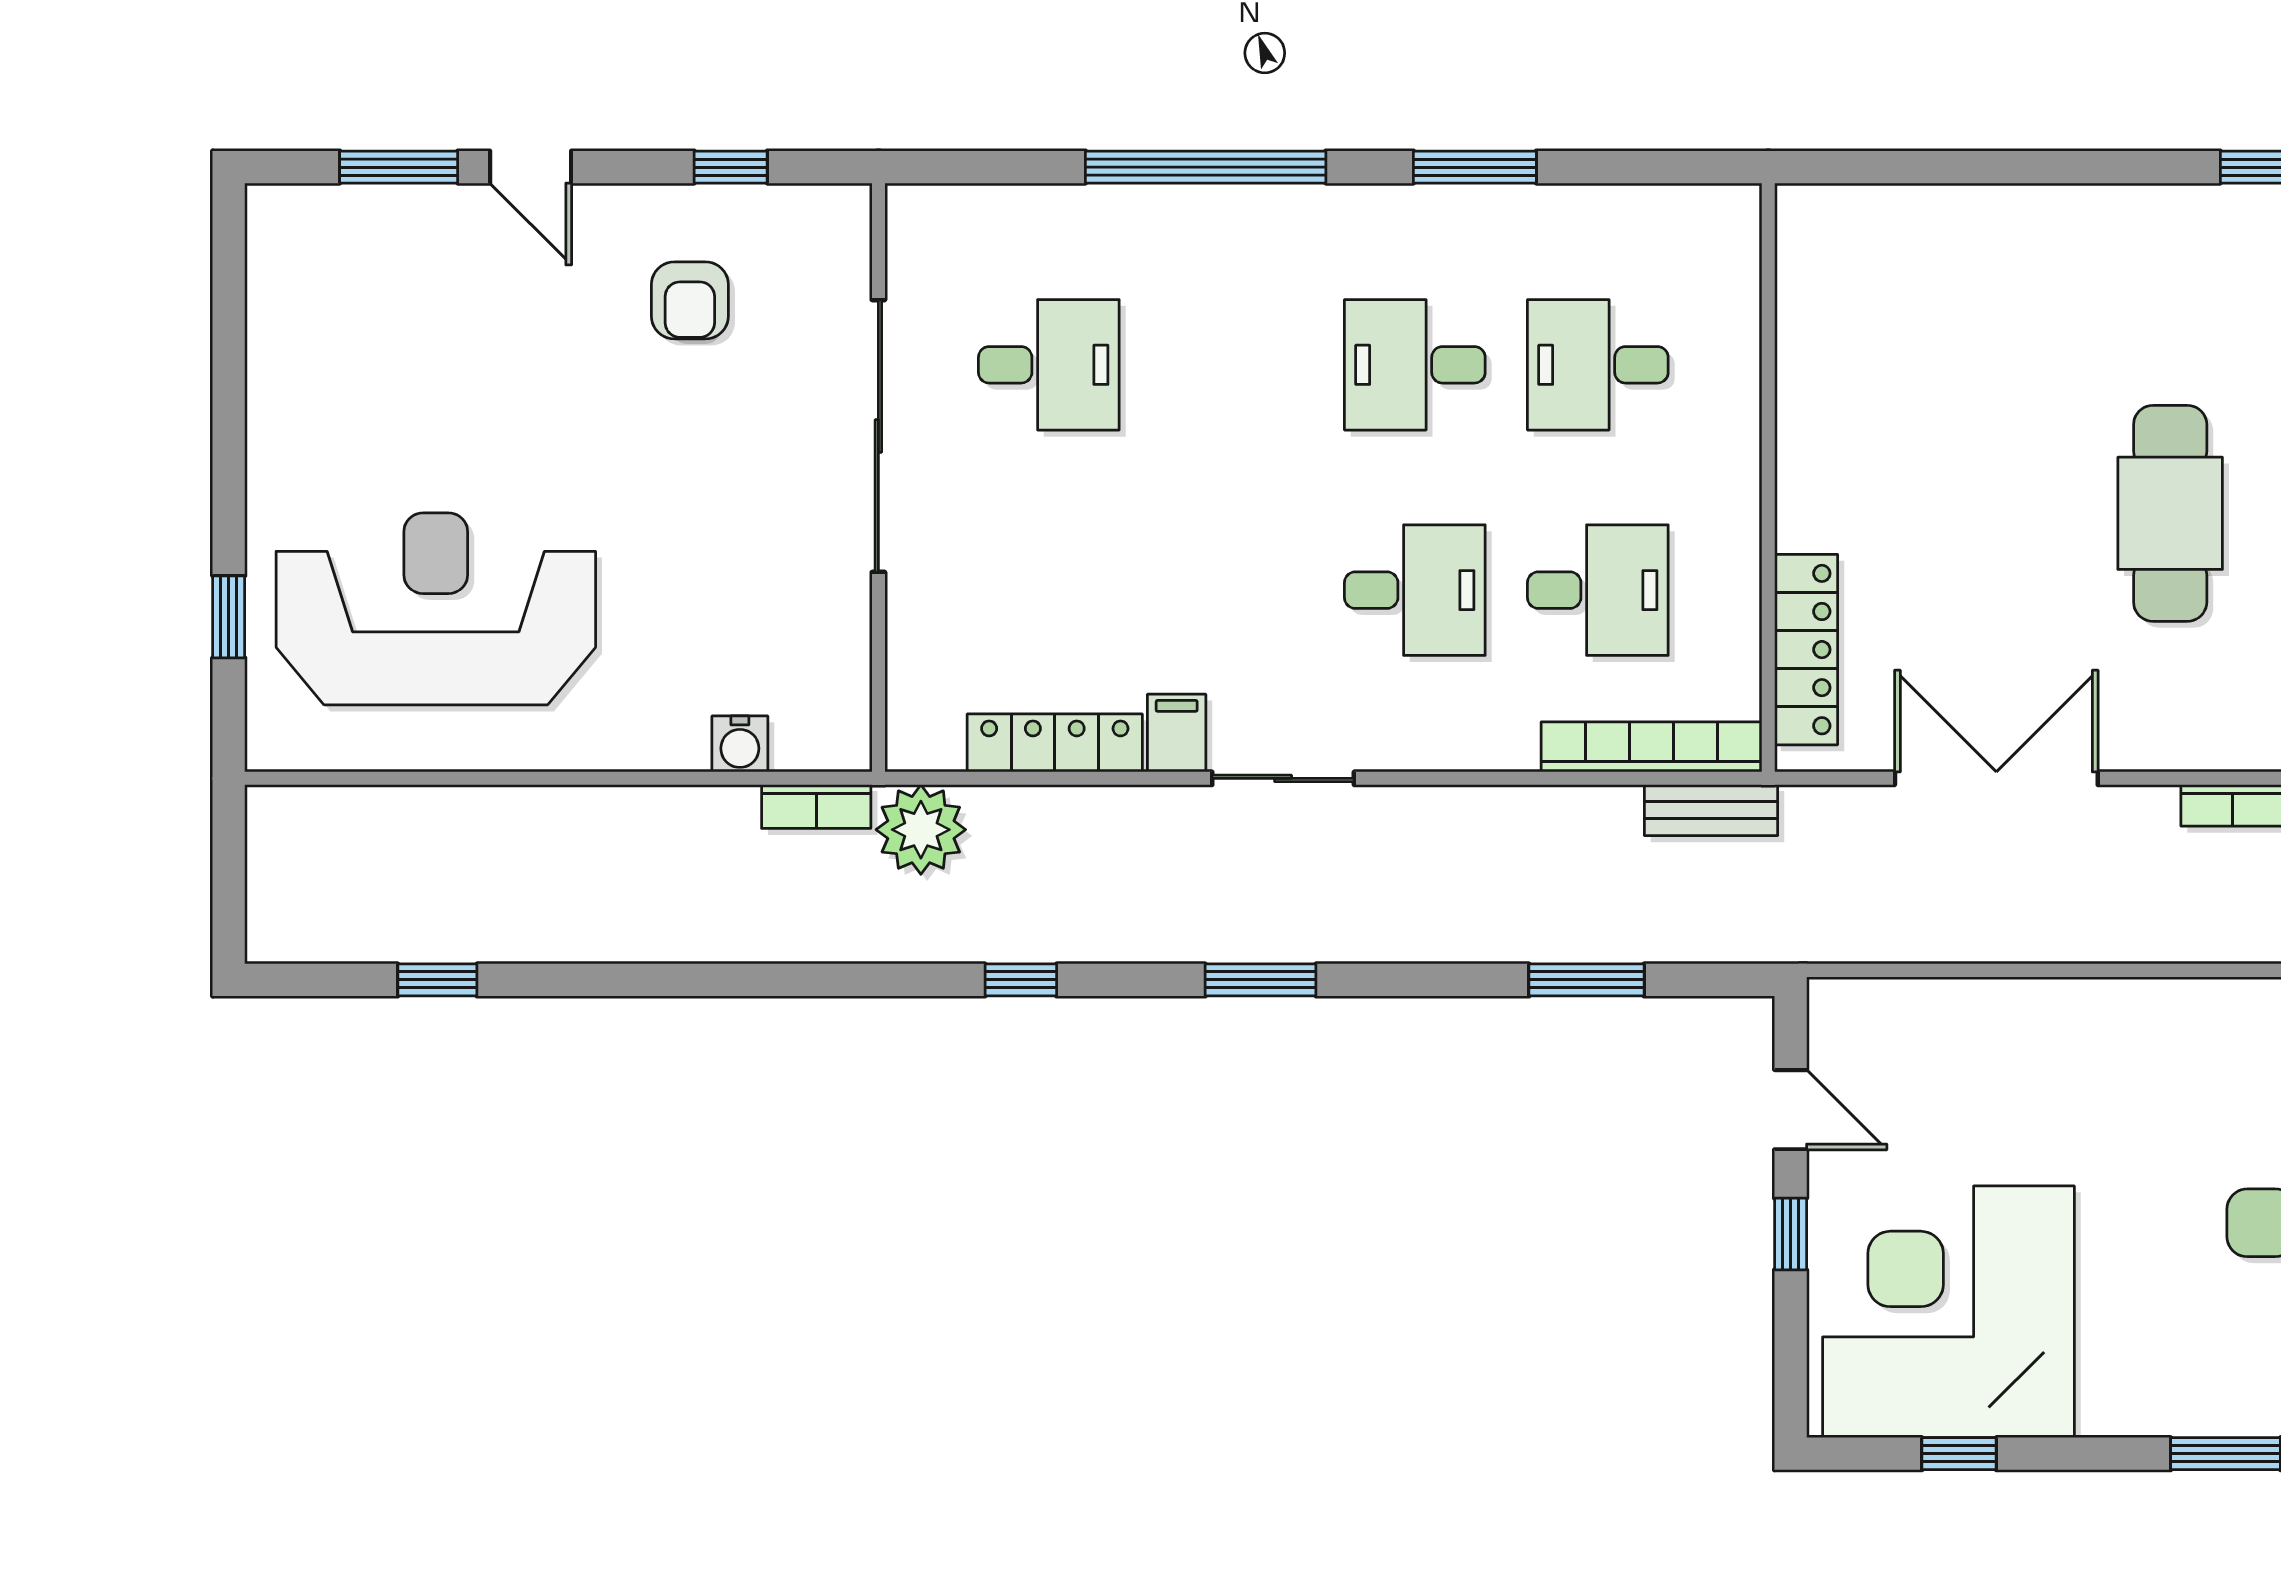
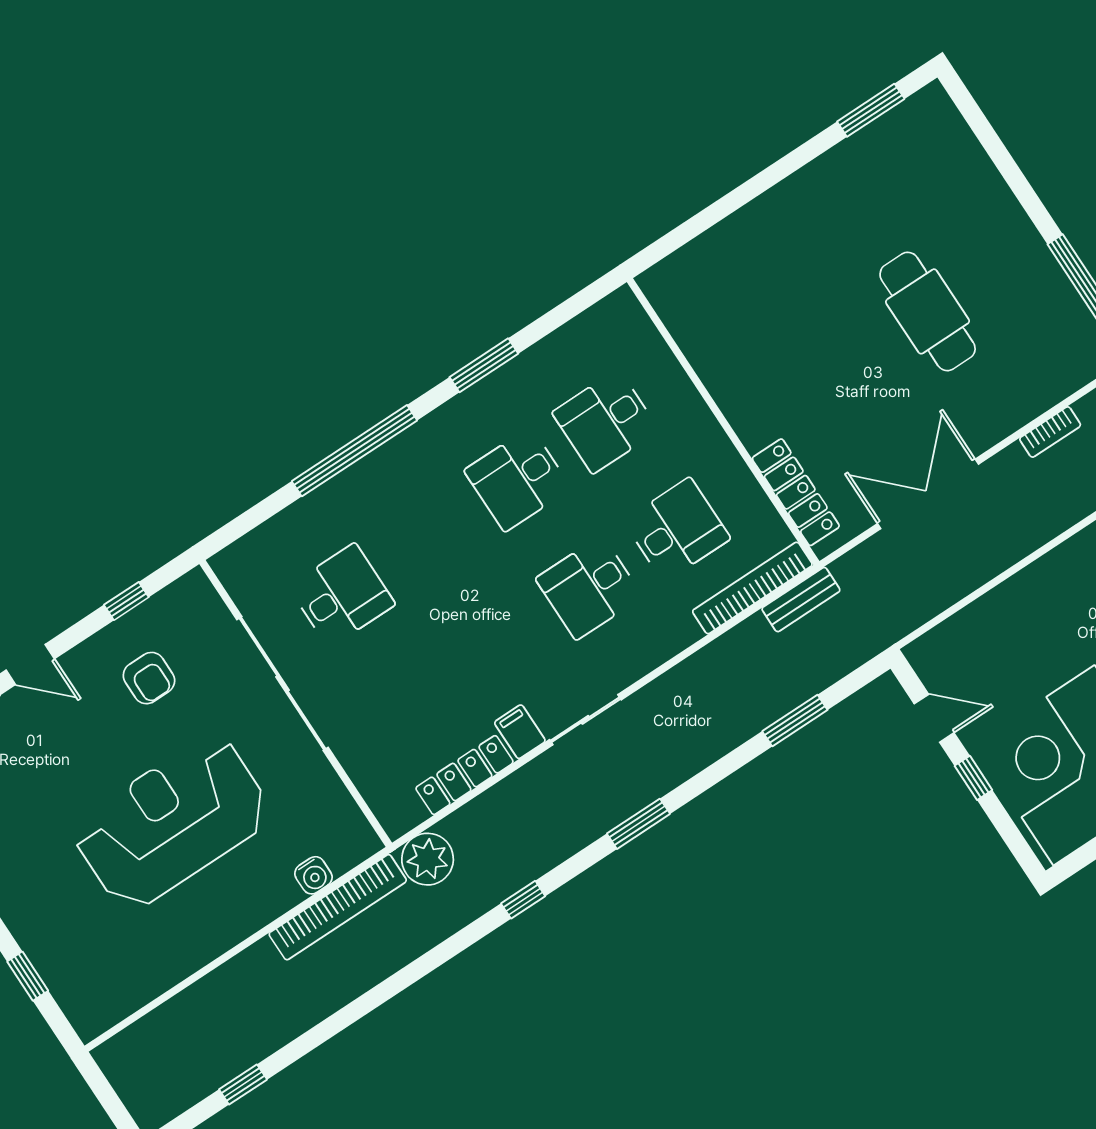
desk: (1415, 590) -> (589, 588), turned 180
reception desk: (436, 609) -> (172, 822), moved
bookcase: (816, 807) -> (338, 907), width x2.31, depth x1.31

